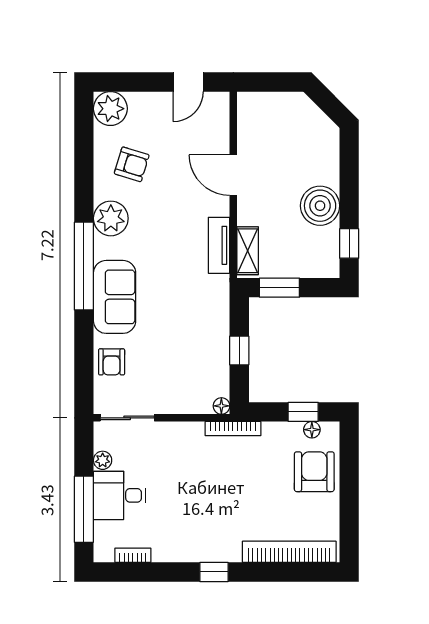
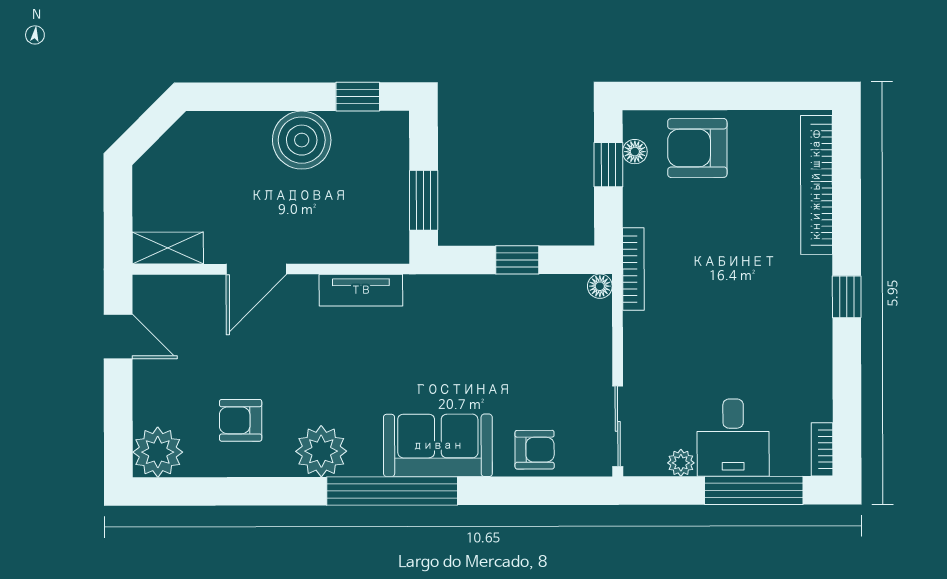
armchair: (132, 164) -> (241, 420), turned -107
shelving: (248, 251) -> (168, 248), moved
bookcase: (133, 555) -> (822, 449), moved

